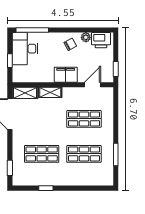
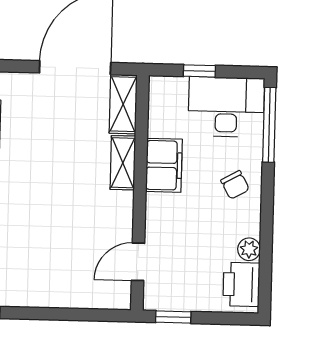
chair: (70, 44) -> (235, 185), moved
filing cabinet: (66, 75) -> (164, 165), moved
door: (92, 85) -> (138, 262), swing flipped
shop shelf: (84, 119) -> (59, 240), removed

